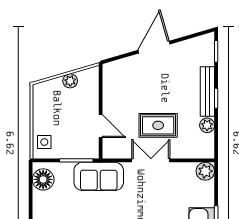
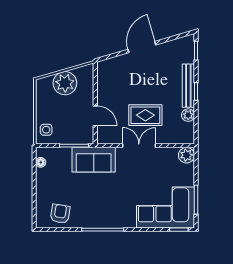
plant: (70, 81) -> (65, 83), width x1.87, depth x1.87
floor lamp: (43, 179) -> (41, 162), width x0.53, depth x0.53

